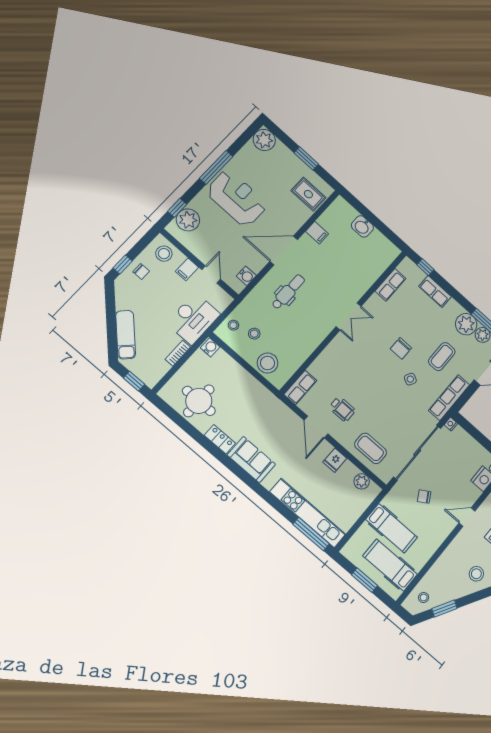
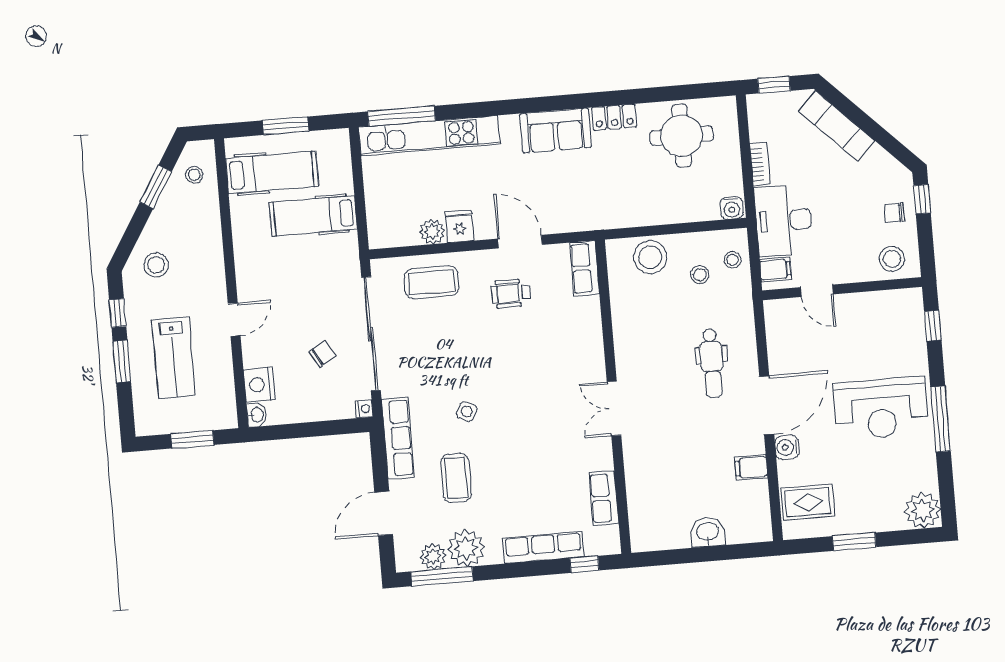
plant: (188, 220) -> (907, 325), removed
filing cabinet: (187, 269) -> (775, 270), moved, turned 90
water cooler: (246, 276) -> (787, 447), moved
row of seats: (435, 292) -> (543, 547), width x1.48
chair: (401, 348) -> (515, 436), removed
plant: (362, 481) -> (432, 231), moved
chair: (424, 497) -> (322, 354), moved

